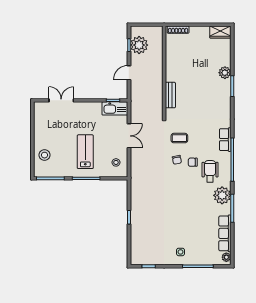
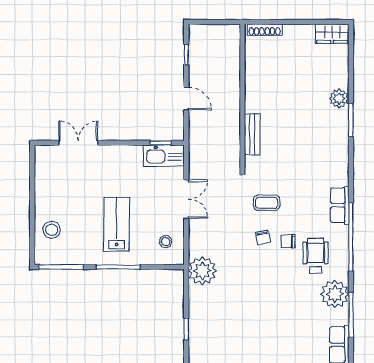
plant: (139, 45) -> (202, 271), moved
door: (129, 73) -> (186, 99), swing flipped

